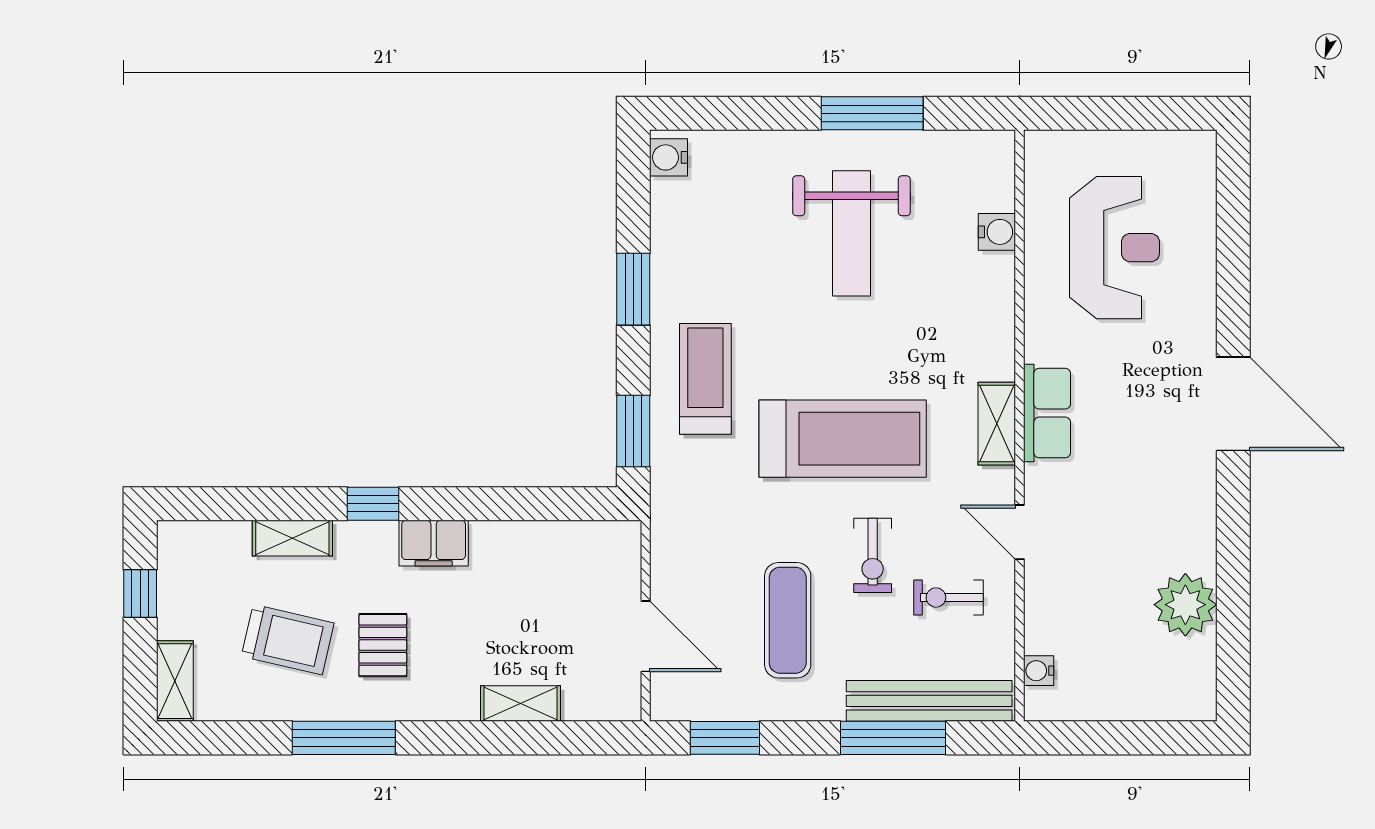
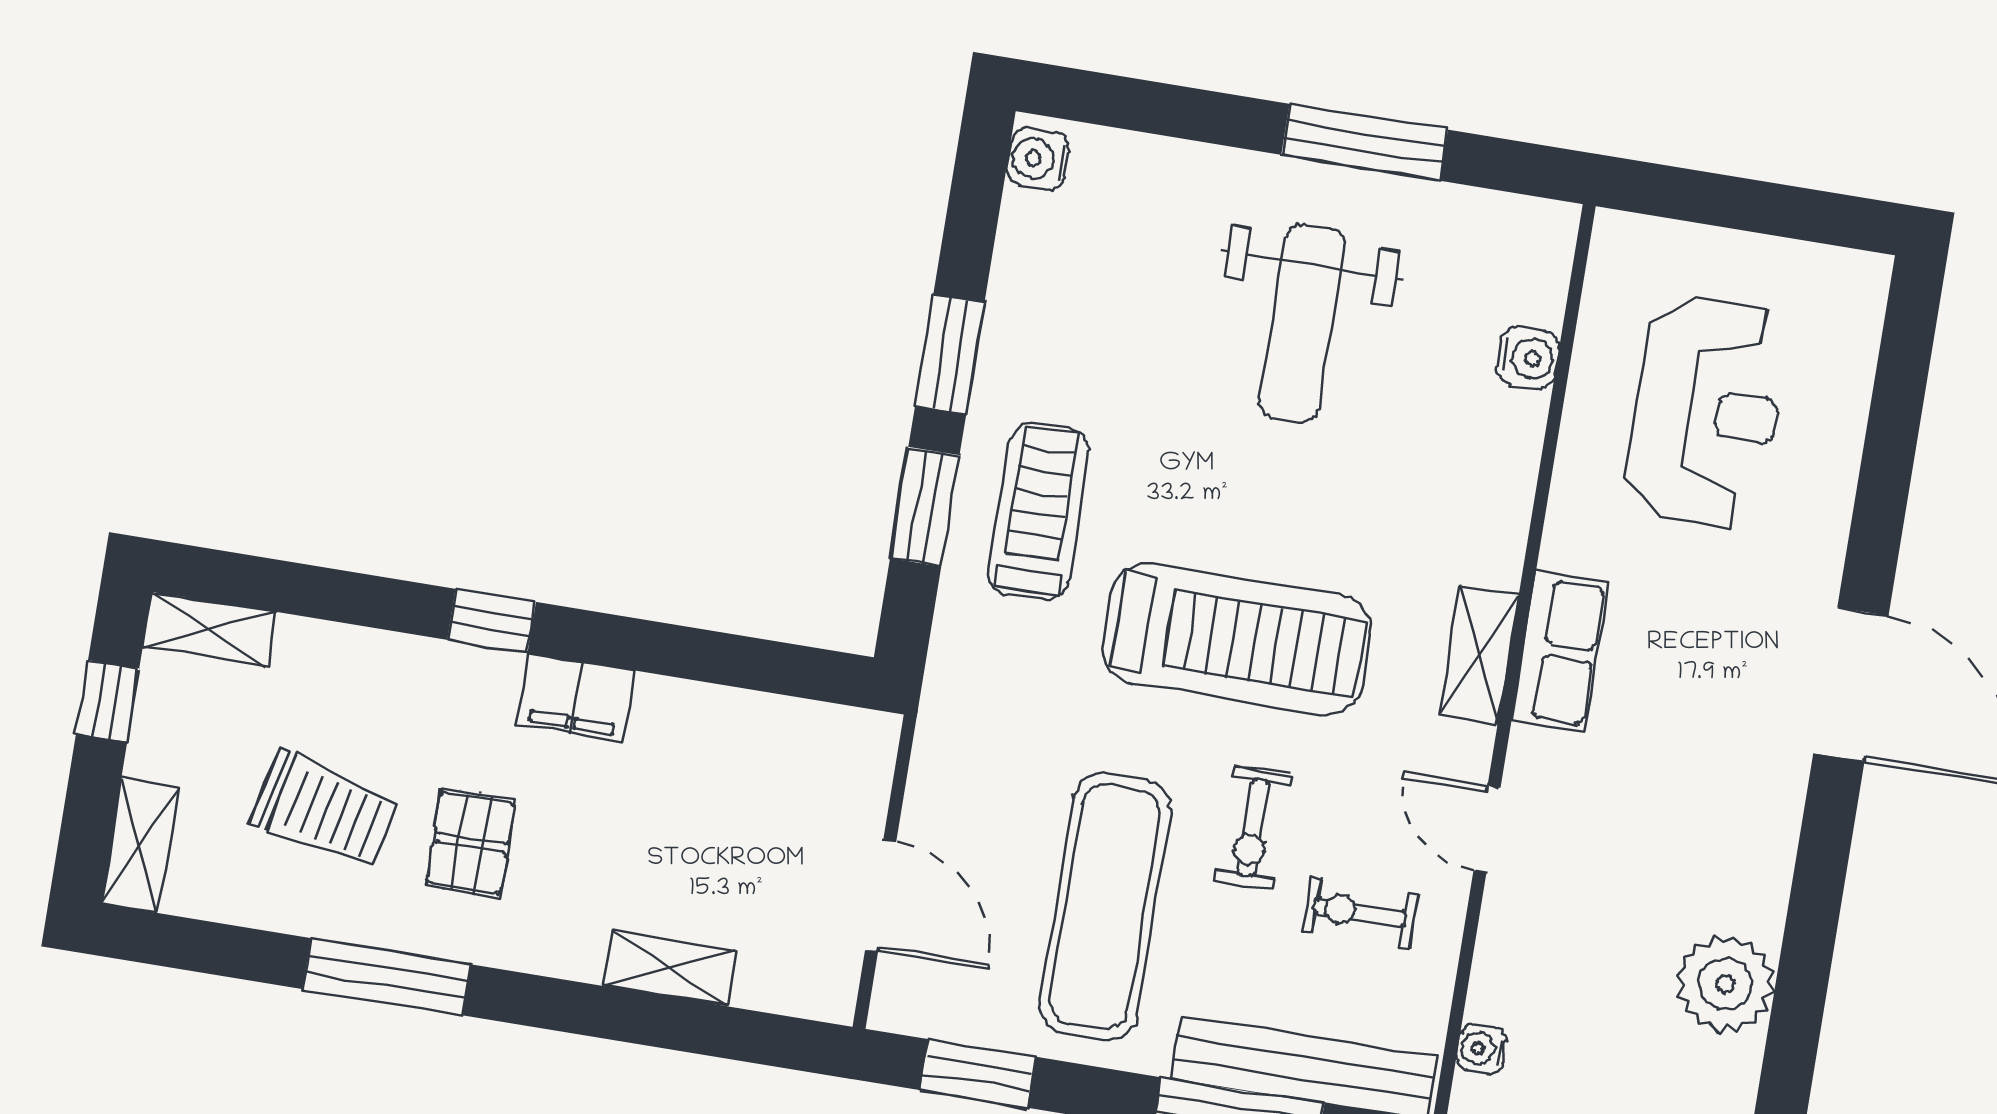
window: (633, 431) -> (925, 507), moved
shelving: (292, 538) -> (209, 629), moved
exercise mat: (788, 620) -> (1105, 907), width x1.36, depth x1.45

